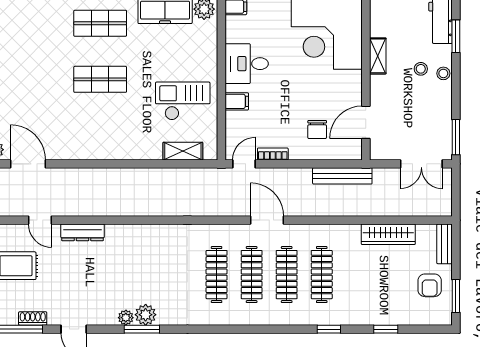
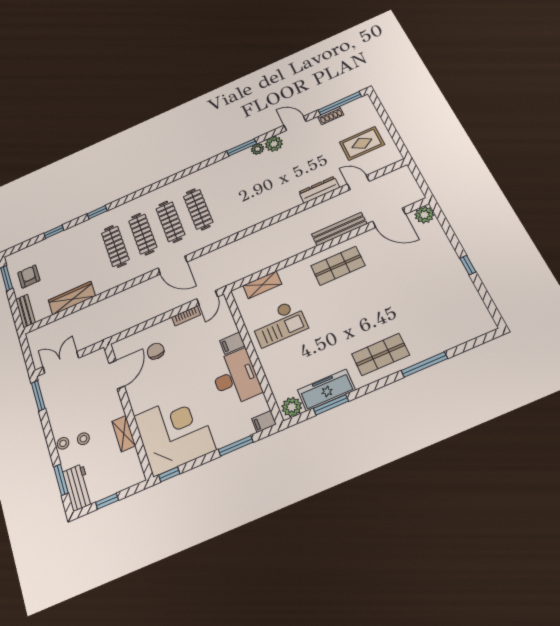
desk: (247, 64) -> (236, 377), width x1.37
shop shelf: (100, 79) -> (338, 266), moved
bench: (342, 176) -> (339, 229), moved
plant: (146, 315) -> (274, 144), moved

